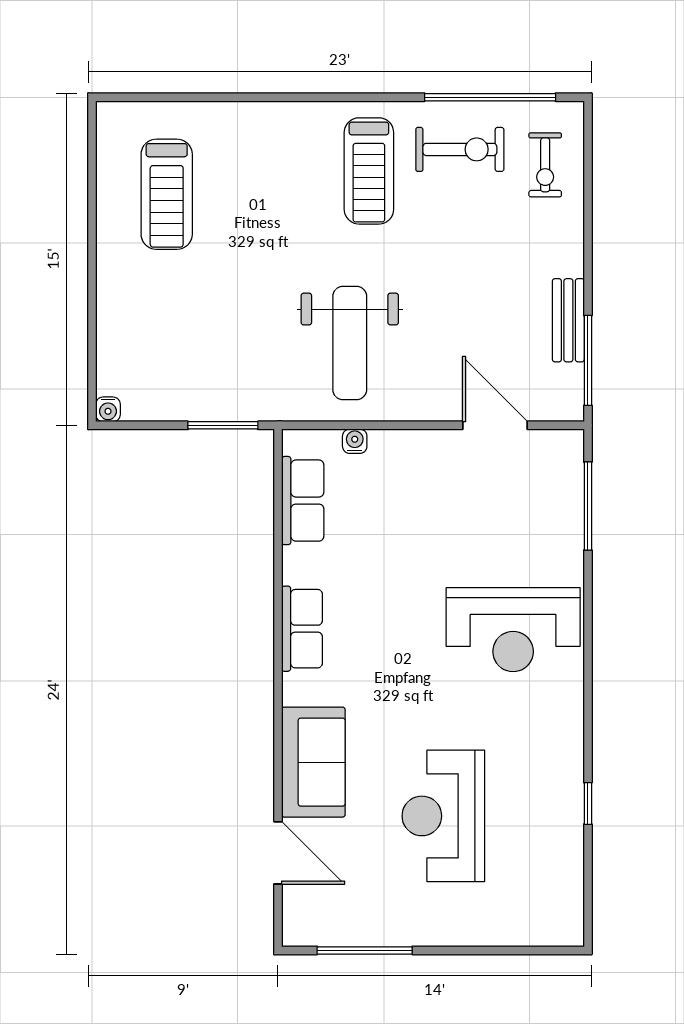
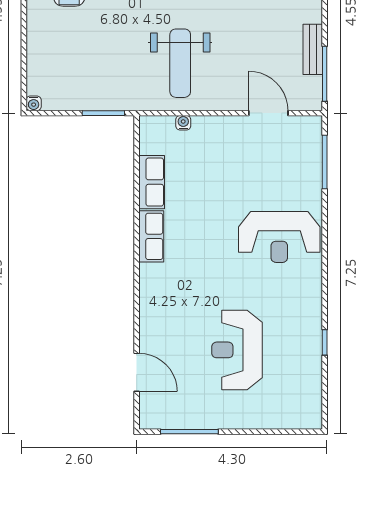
row of seats: (303, 501) -> (152, 182), moved
sofa: (313, 762) -> (158, 317), removed

